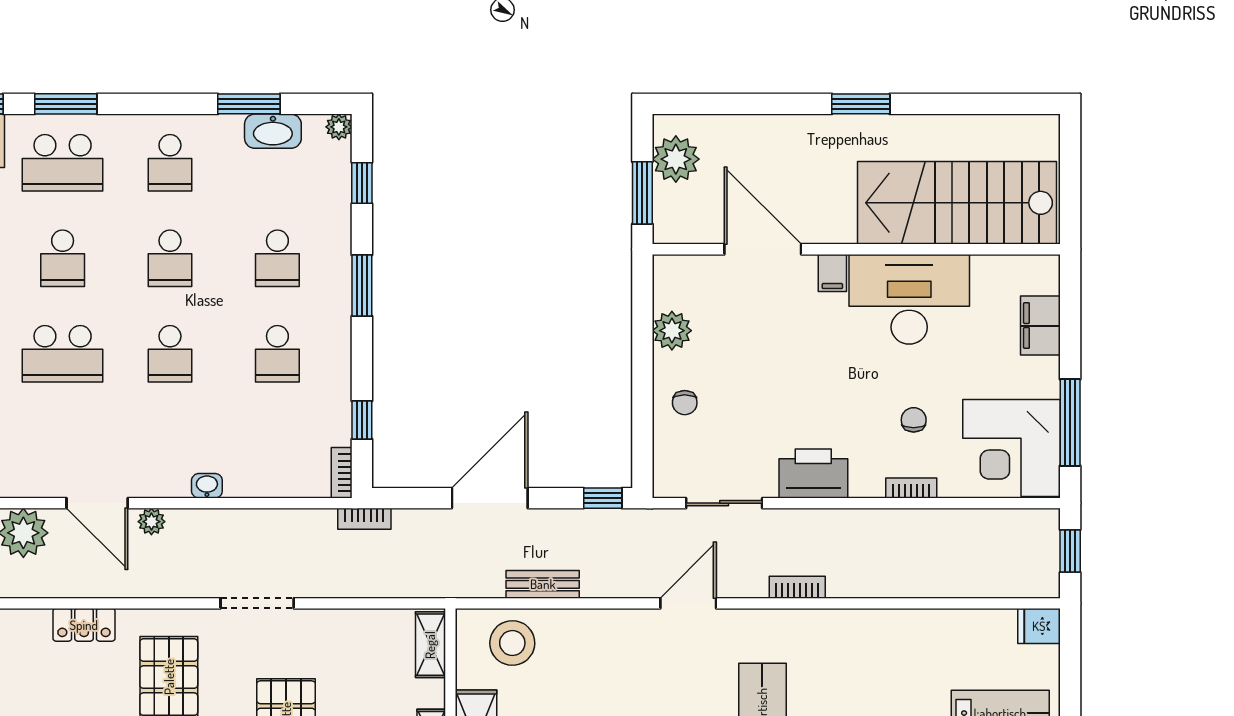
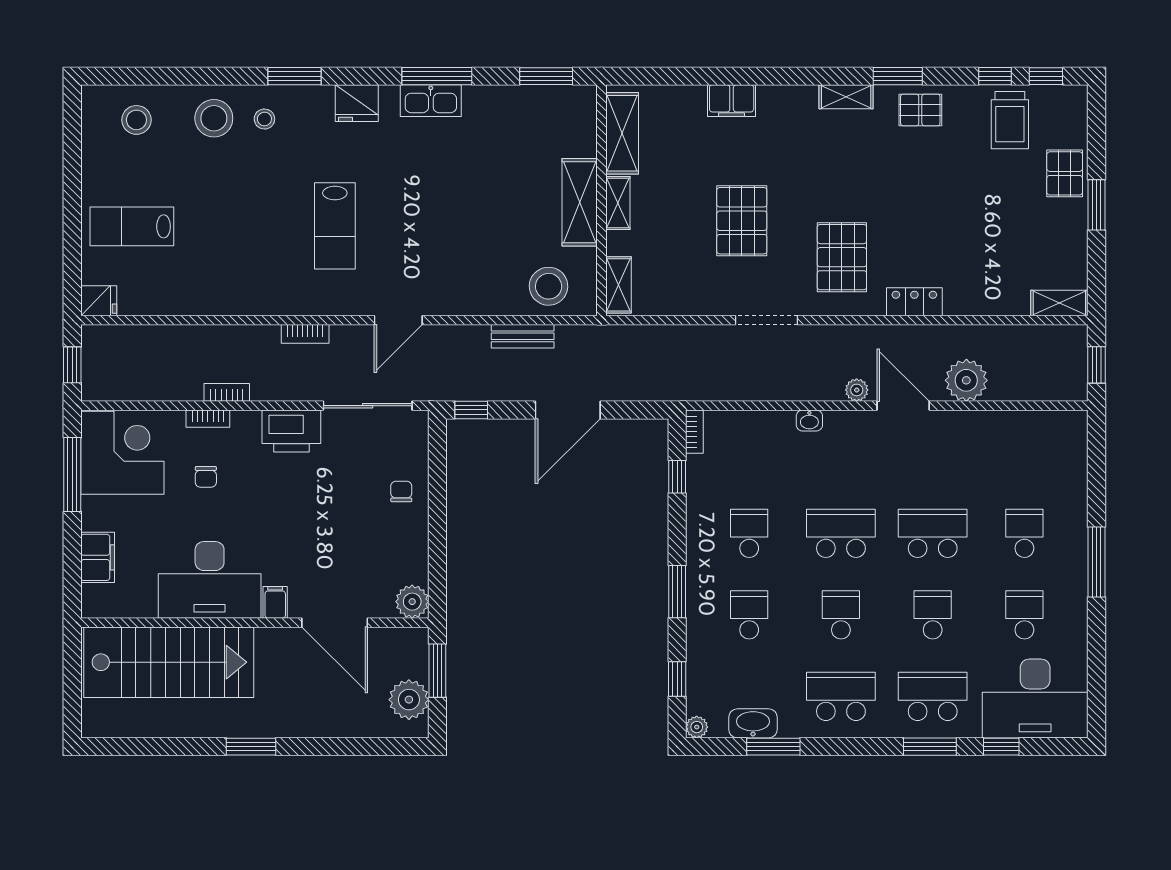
school desk: (170, 163) -> (841, 696), width x1.85
plant: (672, 331) -> (412, 602), moved
school desk: (170, 354) -> (841, 533), width x1.85
sliding door: (724, 503) -> (368, 406), width x1.37
bookcase: (364, 519) -> (227, 392), moved

